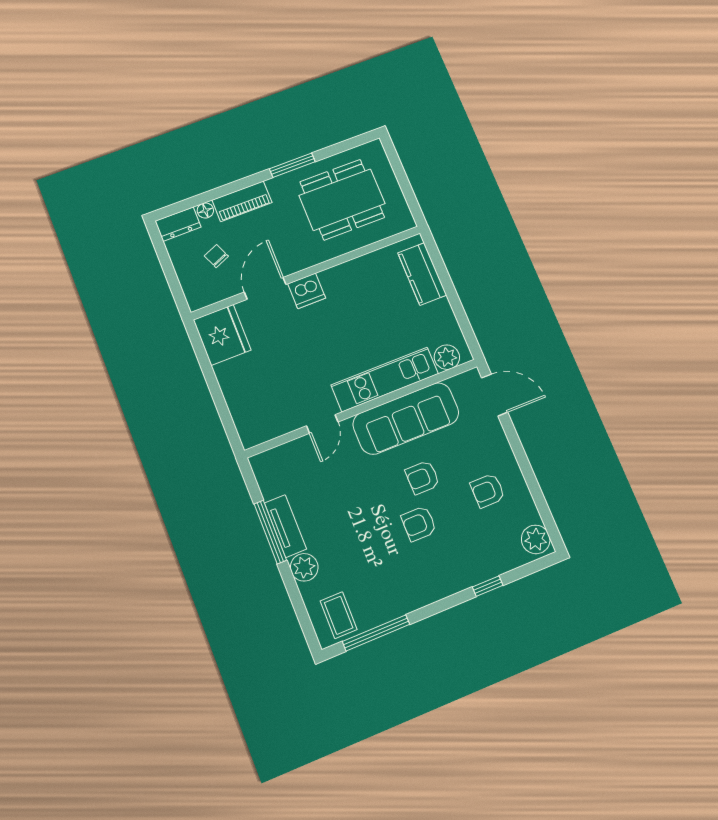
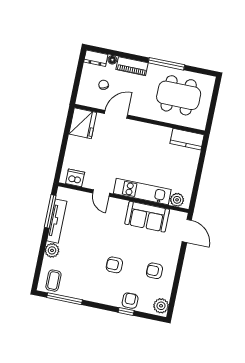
window: (292, 165) -> (166, 64), width x1.44
kitchen counter: (422, 274) -> (187, 139), moved, turned -90
dishwasher: (307, 291) -> (75, 178), moved, turned 180
sofa: (406, 418) -> (147, 217), width x0.73
door: (322, 424) -> (101, 193), hinge flipped
armchair: (422, 477) -> (130, 301), moved, turned 90
tv unit: (285, 526) -> (57, 221), width x1.41
window: (270, 532) -> (50, 211), moved

